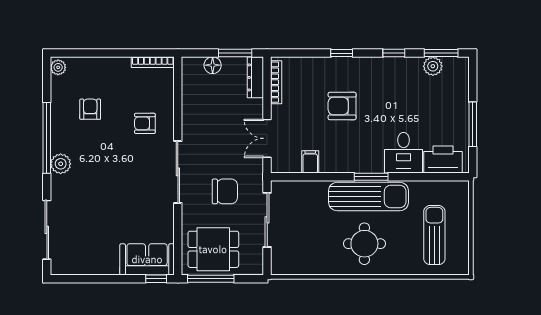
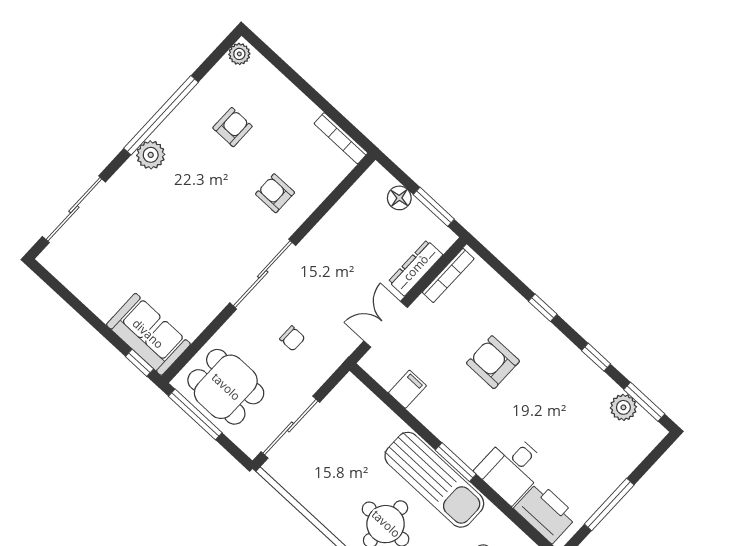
dresser: (255, 77) -> (416, 268), moved
chair: (225, 191) -> (292, 338), width x0.54, depth x0.54
sliding door: (267, 220) -> (290, 427), moved

